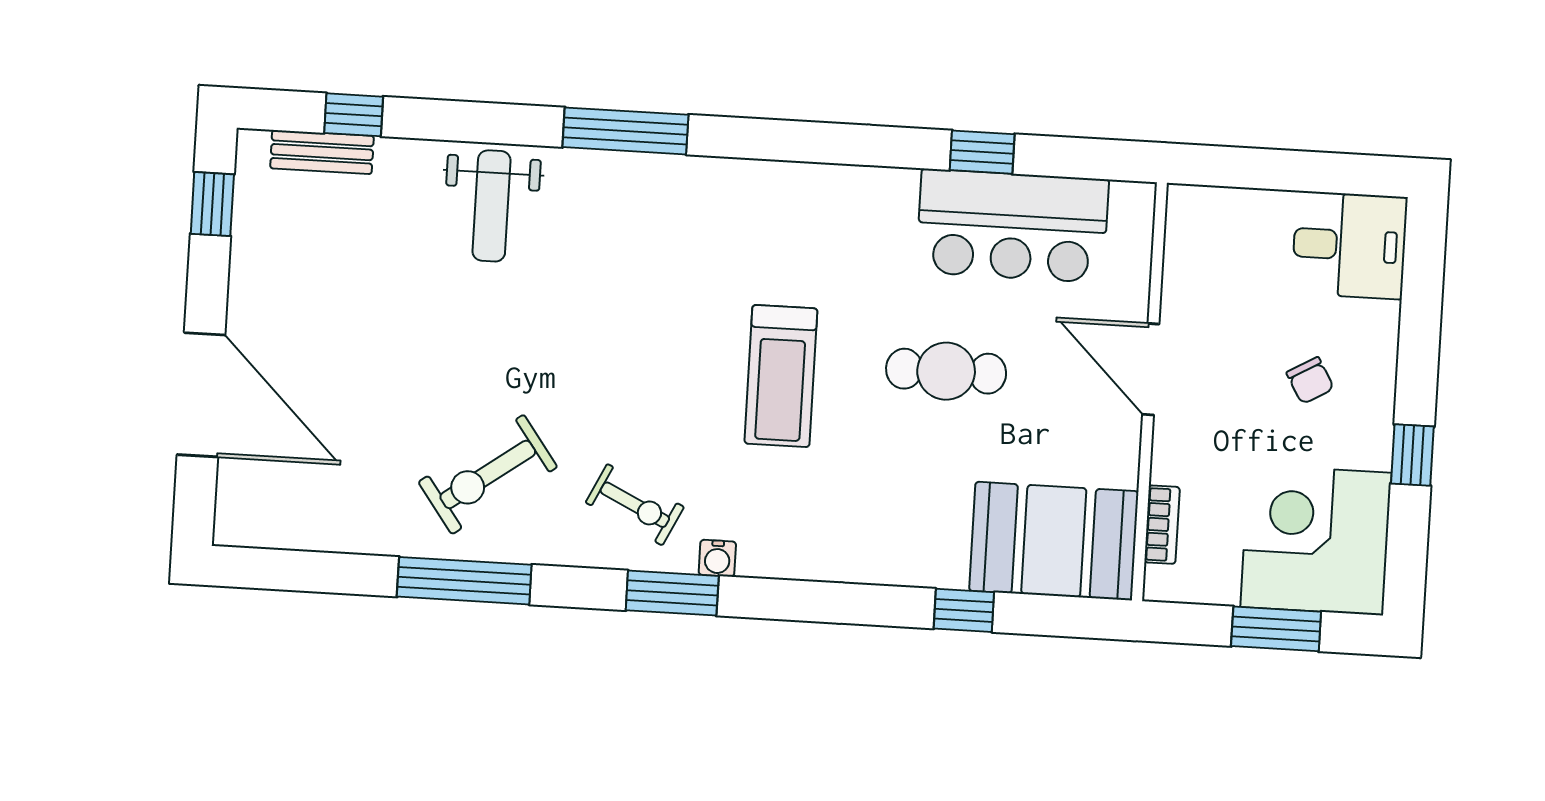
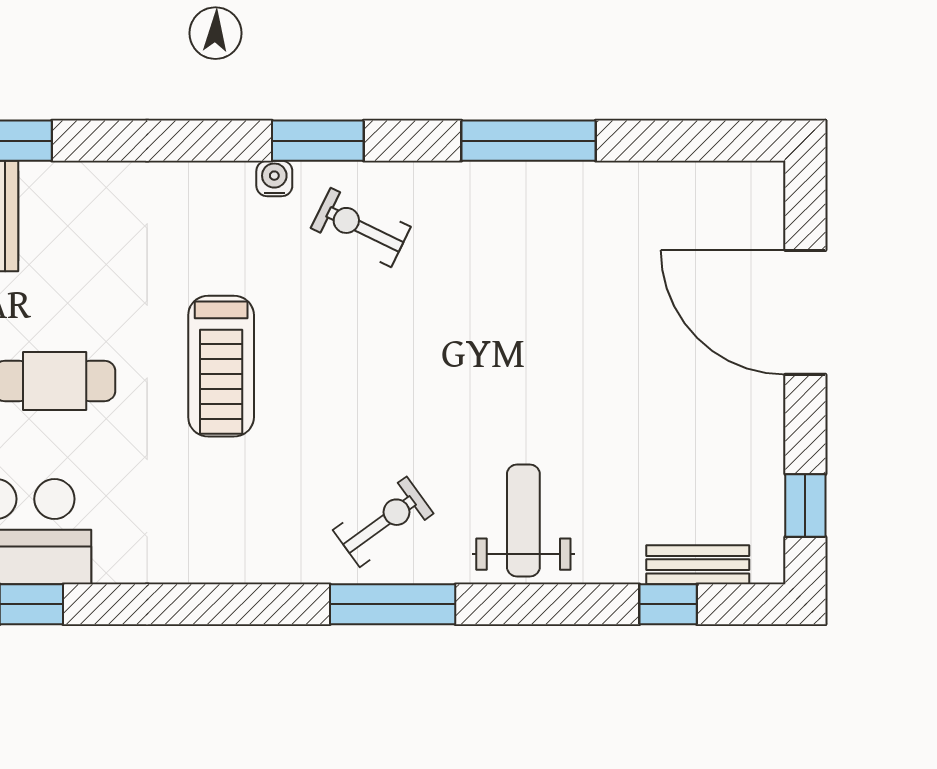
treadmill: (781, 376) -> (221, 366), turned 180
exercise bike: (488, 474) -> (383, 522), moved, width x0.73, depth x0.72

